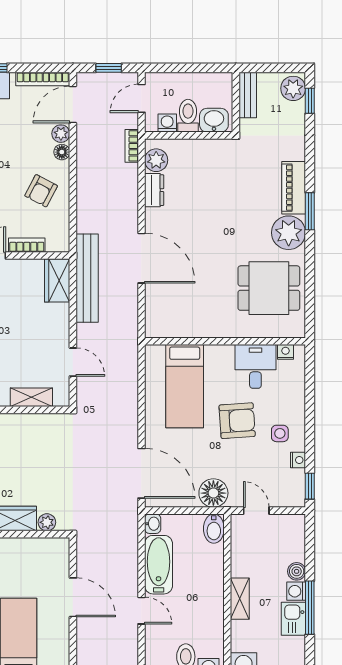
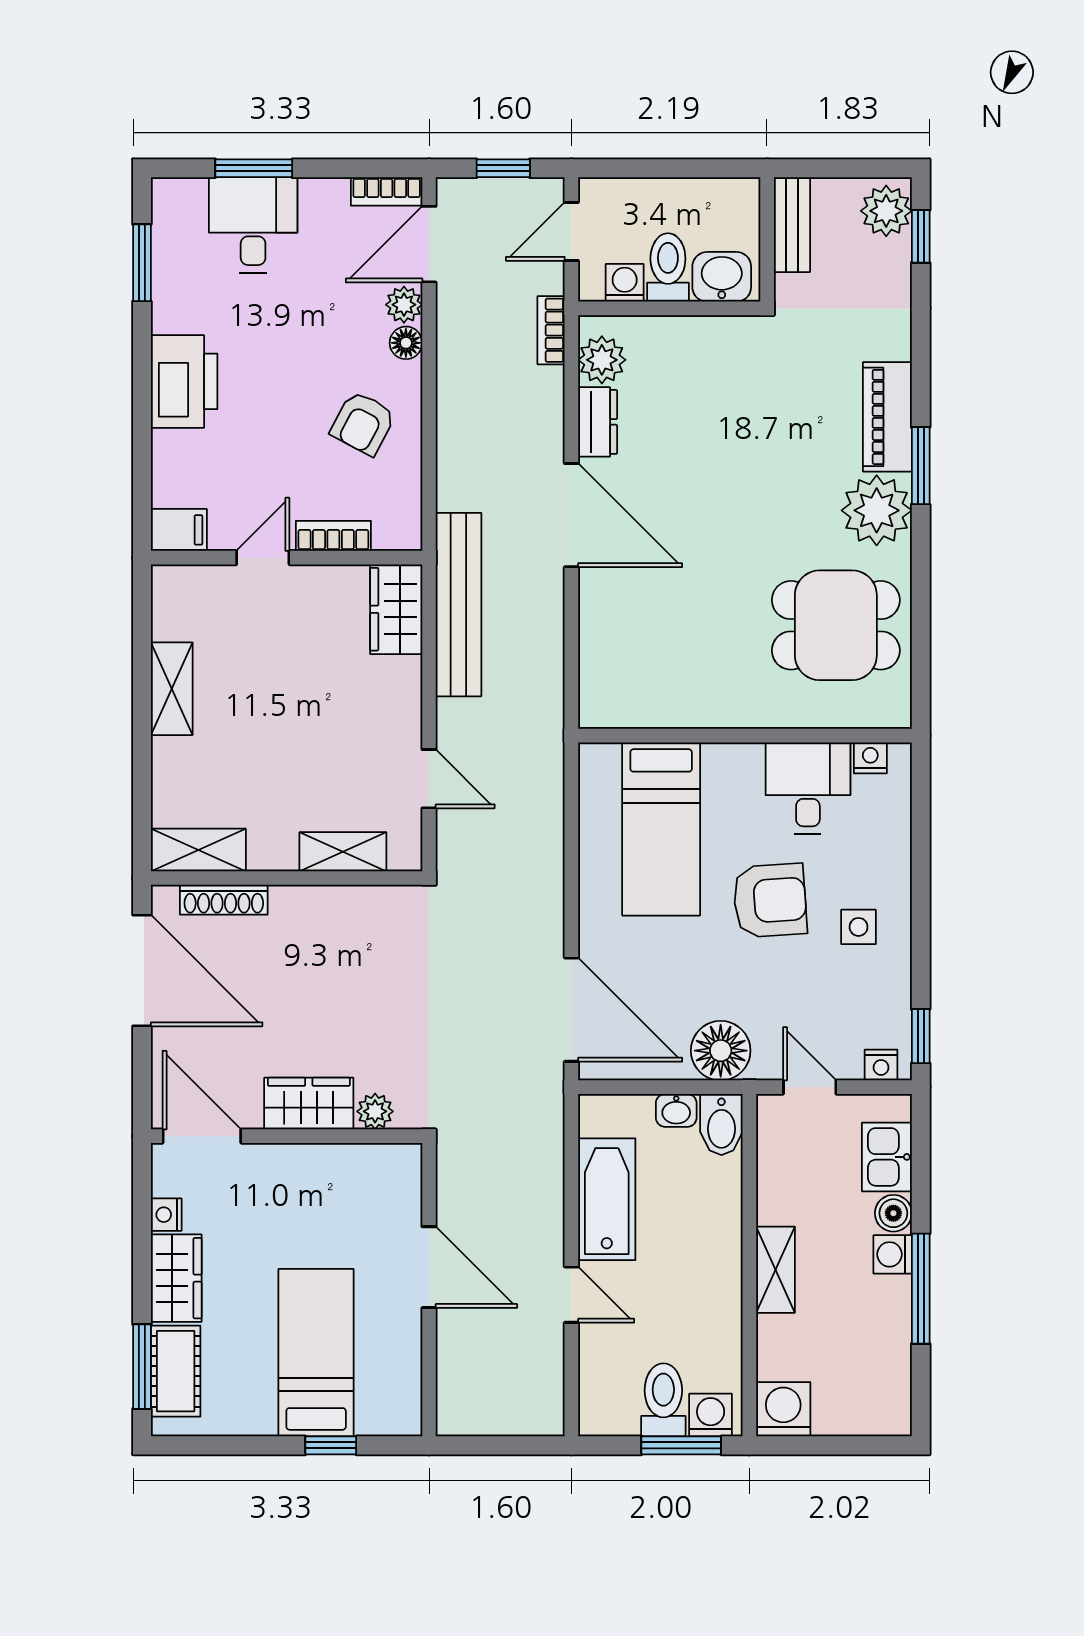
bookcase: (43, 79) -> (387, 191), width x0.64
door: (141, 258) -> (571, 515), moved
nightstand: (298, 460) -> (881, 1065), moved, turned 90
washbasin: (153, 524) -> (676, 1110), moved, turned 90
kitchen sink: (293, 619) -> (887, 1157), moved

